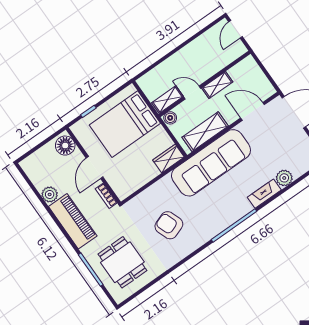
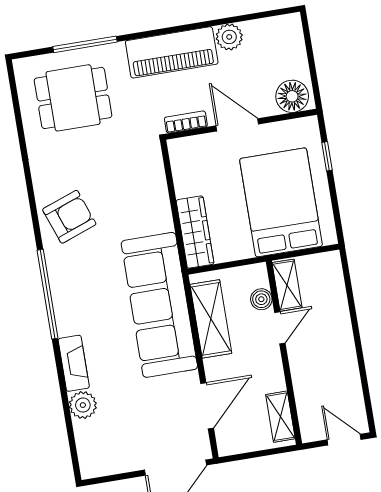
shelving: (217, 85) -> (280, 417), moved
boiler: (170, 118) -> (261, 299), moved
wardrobe: (168, 159) -> (195, 232), width x1.50
armchair: (169, 225) -> (69, 217), moved

